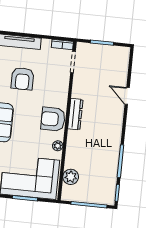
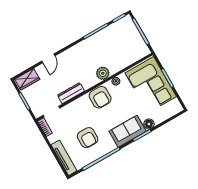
wardrobe: (121, 61) -> (27, 79), added
armchair: (22, 79) -> (88, 138), turned 90
dresser: (75, 114) -> (71, 93), moved
plant: (71, 177) -> (103, 73), moved

